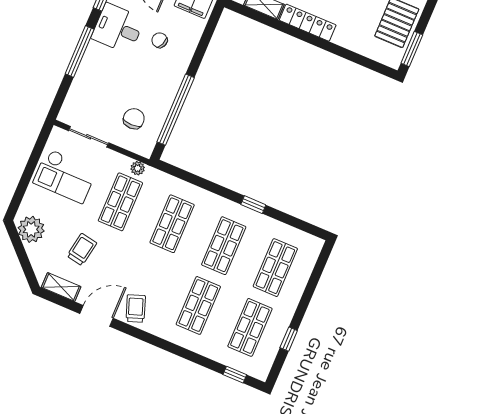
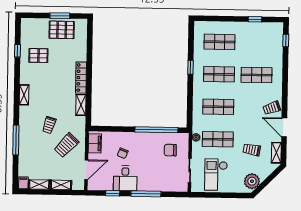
window: (412, 49) -> (60, 16), moved
checkout: (65, 176) -> (216, 175), turned 180
shop shelf: (250, 327) -> (257, 43), removed

